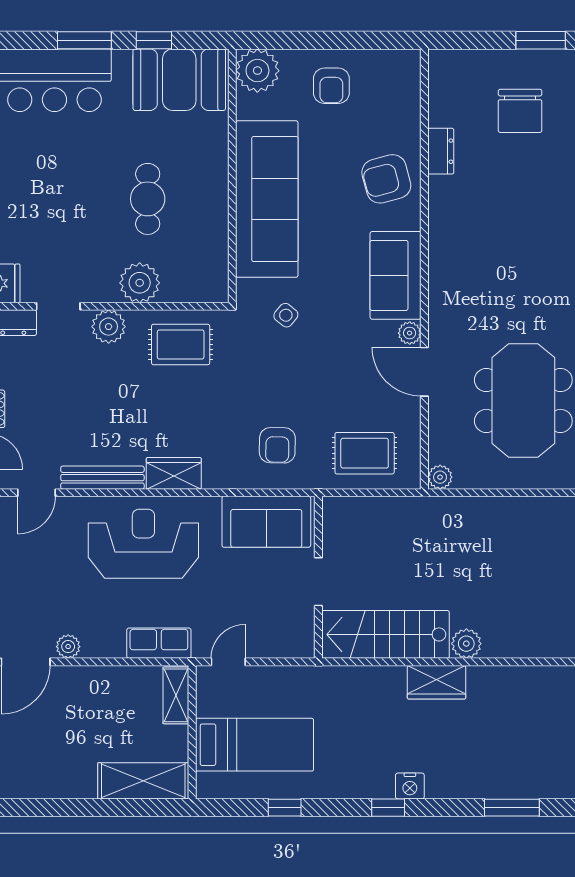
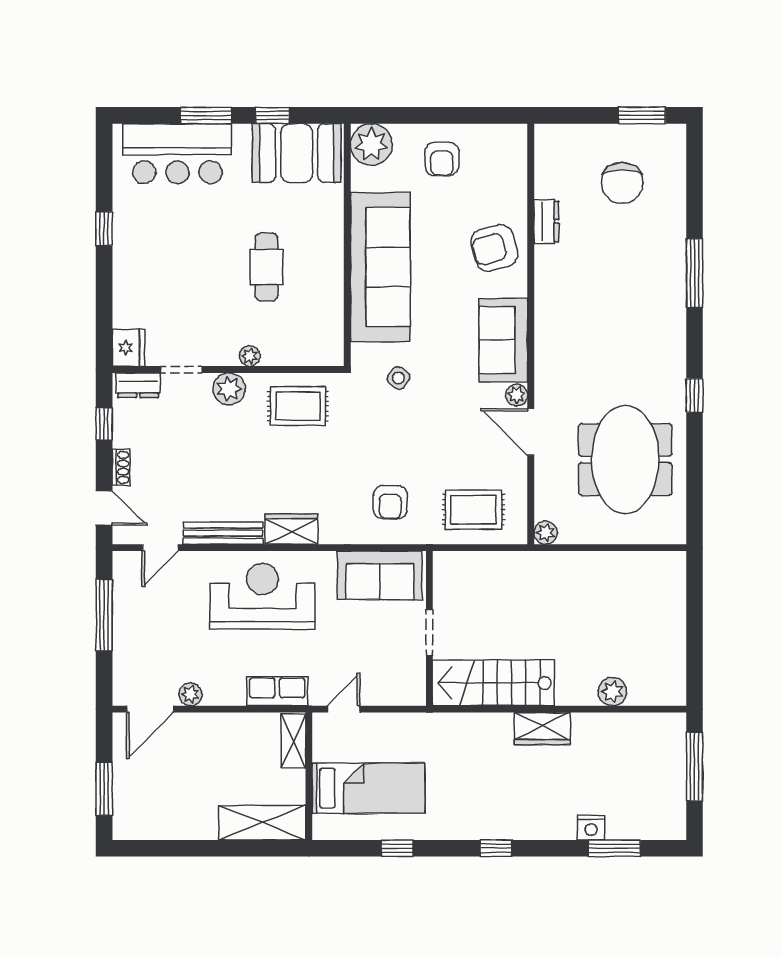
plant: (140, 283) -> (250, 356), width x0.53, depth x0.53
plant: (466, 644) -> (612, 692), moved
nightstand: (410, 786) -> (591, 828), moved

